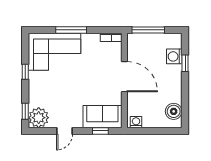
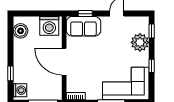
washing machine: (174, 56) -> (20, 90), moved
plant: (39, 118) -> (140, 42), moved
washing machine: (136, 122) -> (49, 26), width x1.89, depth x1.89

